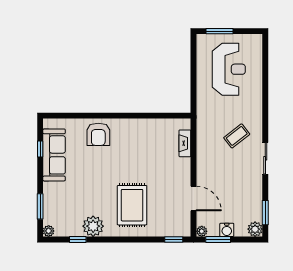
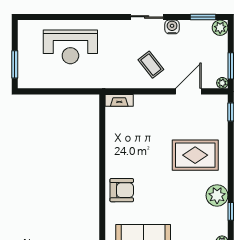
reception desk: (229, 69) -> (70, 47), moved, turned 180
coffee table: (237, 136) -> (151, 65), moved
fireplace: (185, 143) -> (119, 100), moved
water cooler: (227, 230) -> (172, 27), moved, turned -90

